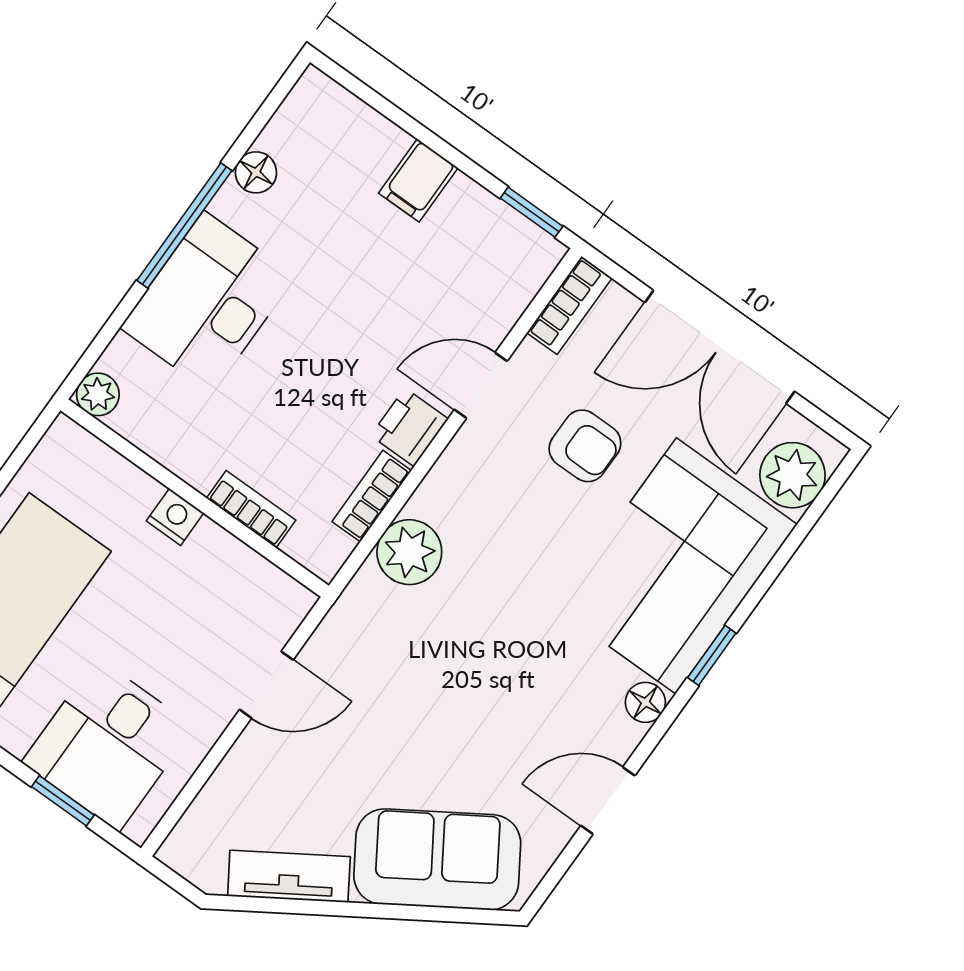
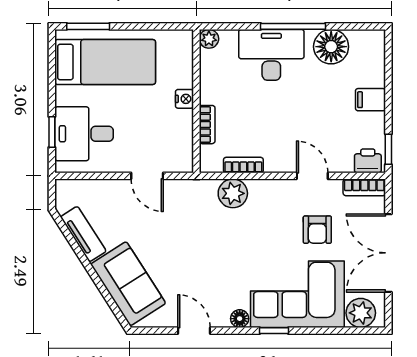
floor lamp: (256, 172) -> (331, 47), width x1.89, depth x1.89
printer: (409, 427) -> (368, 161), moved

